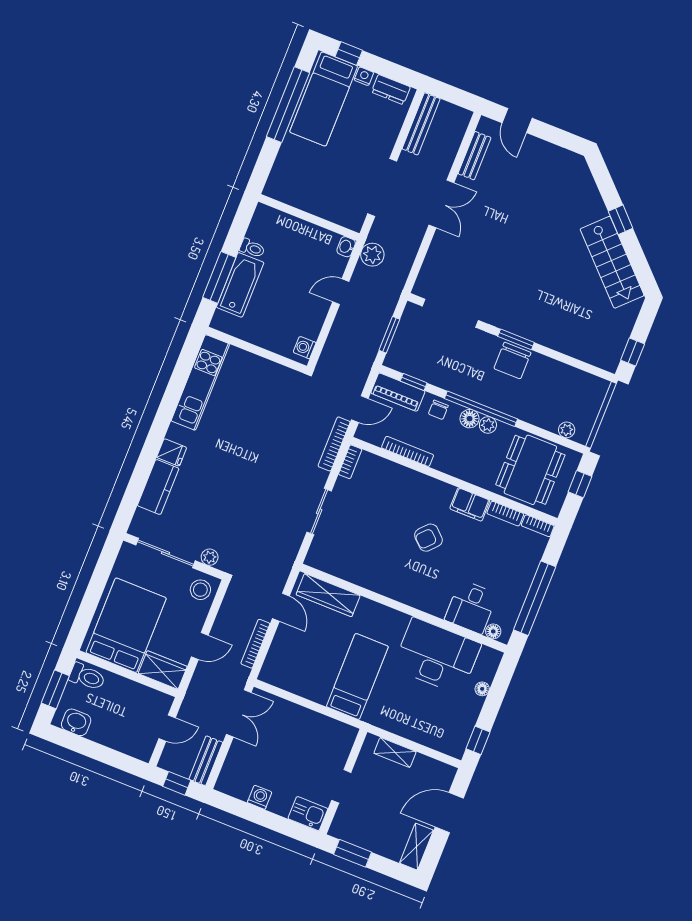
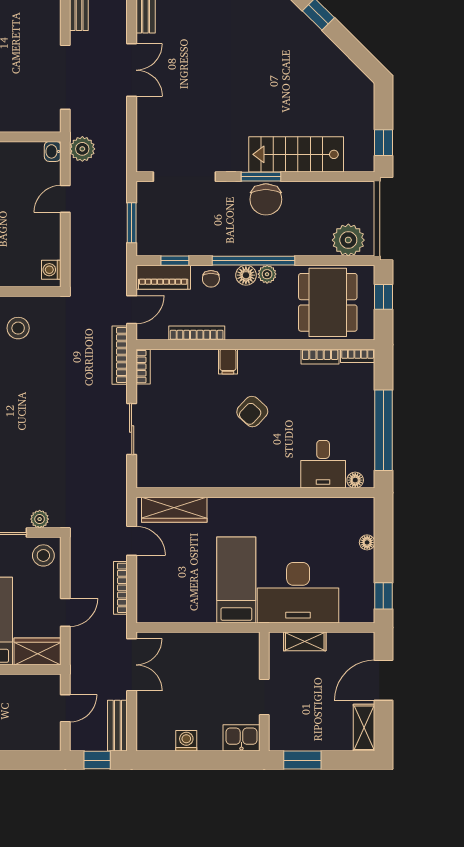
stairs: (612, 262) -> (296, 154), moved, turned 135
stool: (256, 386) -> (18, 328), added
plant: (567, 430) -> (348, 240), width x1.88, depth x1.88
filing cabinet: (470, 504) -> (228, 362), moved, width x0.50
desk: (437, 656) -> (298, 593), moved, turned 180

